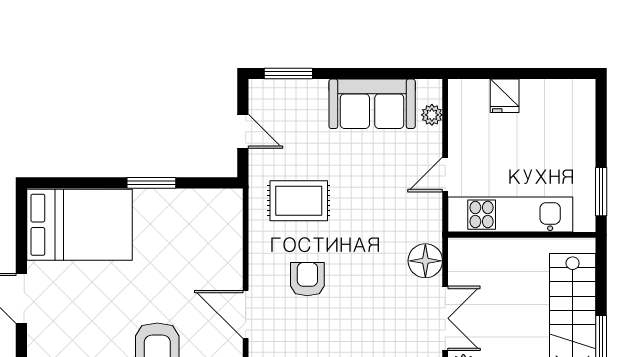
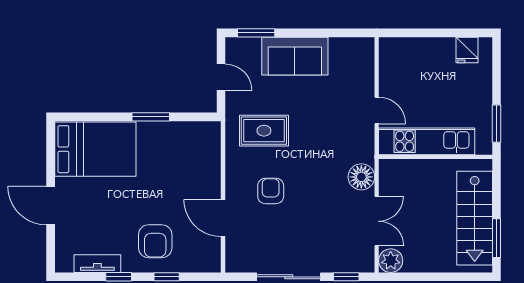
fridge: (505, 96) -> (467, 50), moved
sofa: (372, 104) -> (295, 56), moved
plant: (432, 115) -> (366, 65), removed
door: (445, 174) -> (377, 110), swing flipped

